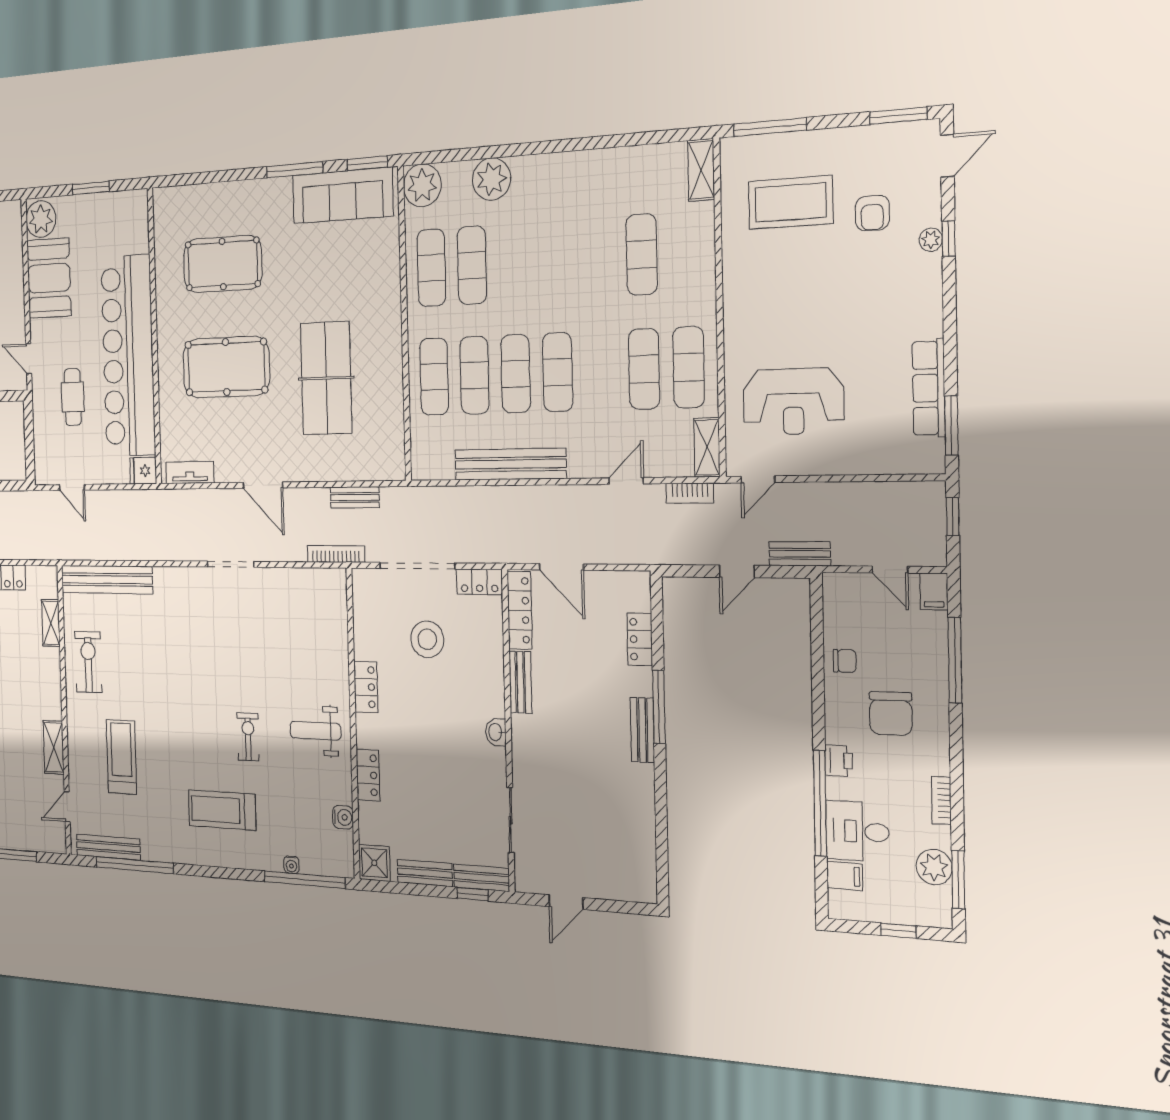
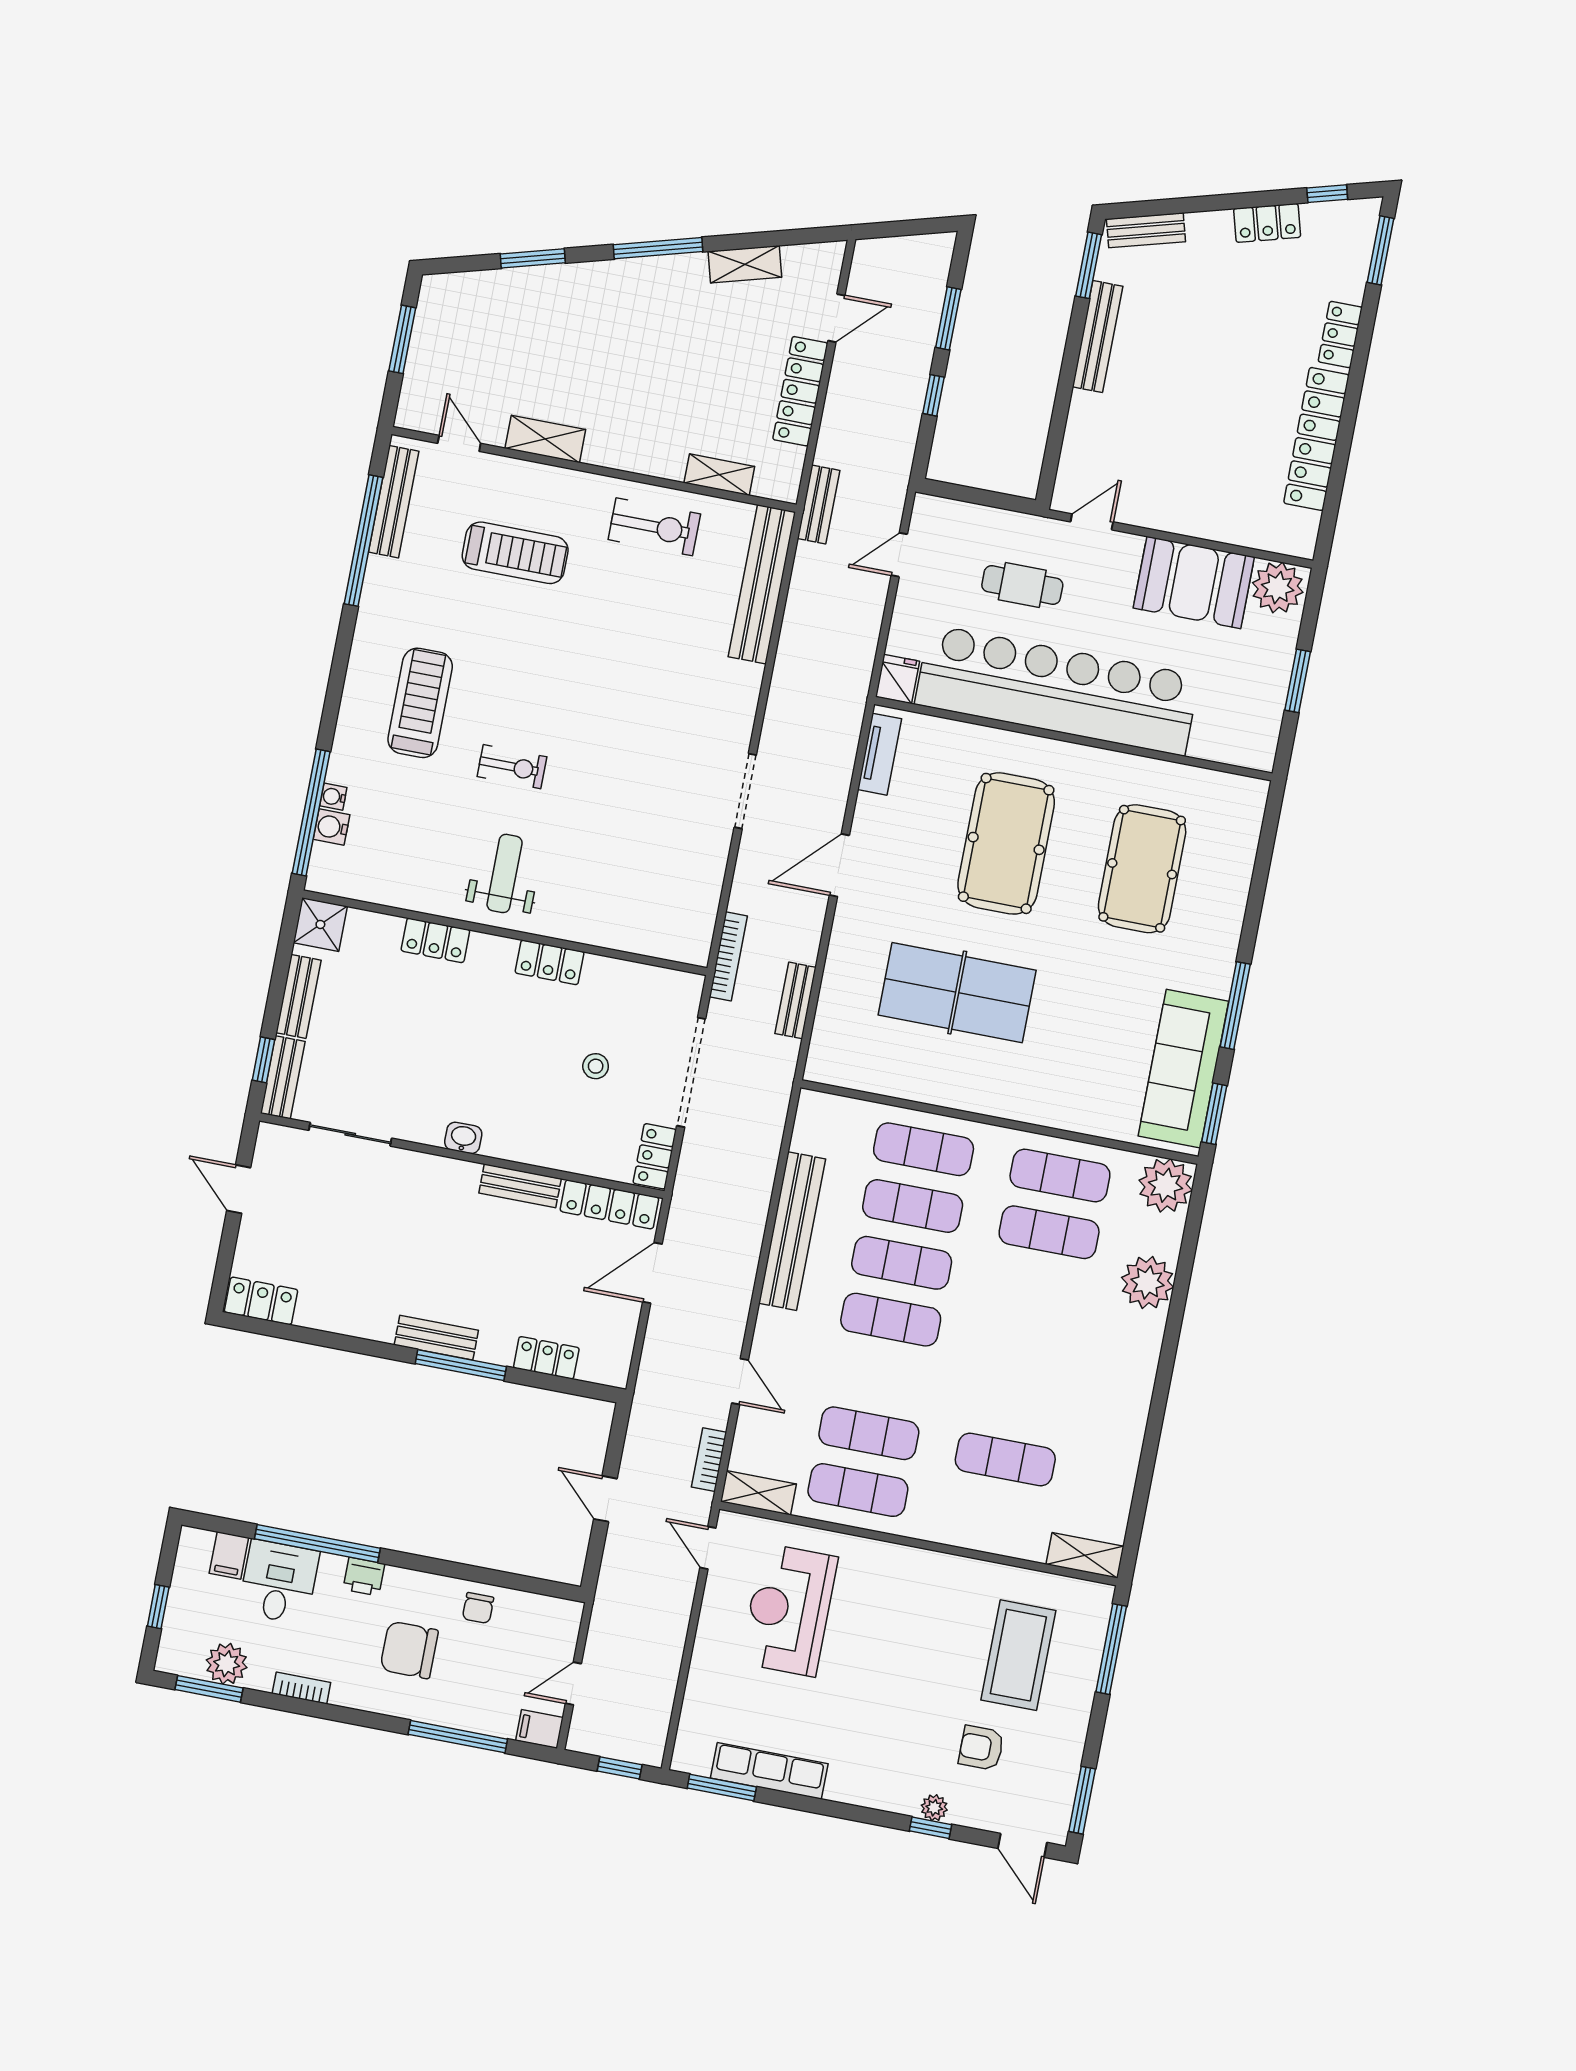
bench: (800, 554) -> (819, 504), moved
stool: (427, 639) -> (596, 1066), width x0.53, depth x0.53
water cooler: (343, 817) -> (331, 827), moved, turned 90
locker: (643, 874) -> (261, 1301), added

